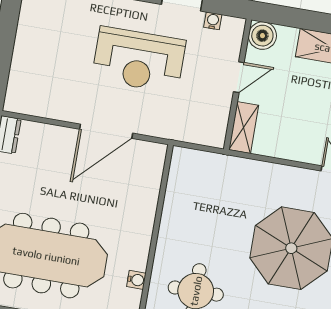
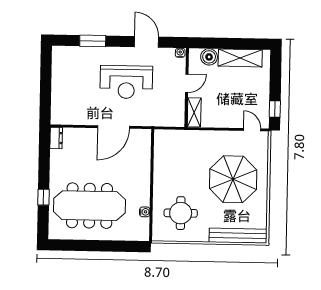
water cooler: (213, 21) -> (180, 53), moved
boiler: (262, 36) -> (209, 57), moved

